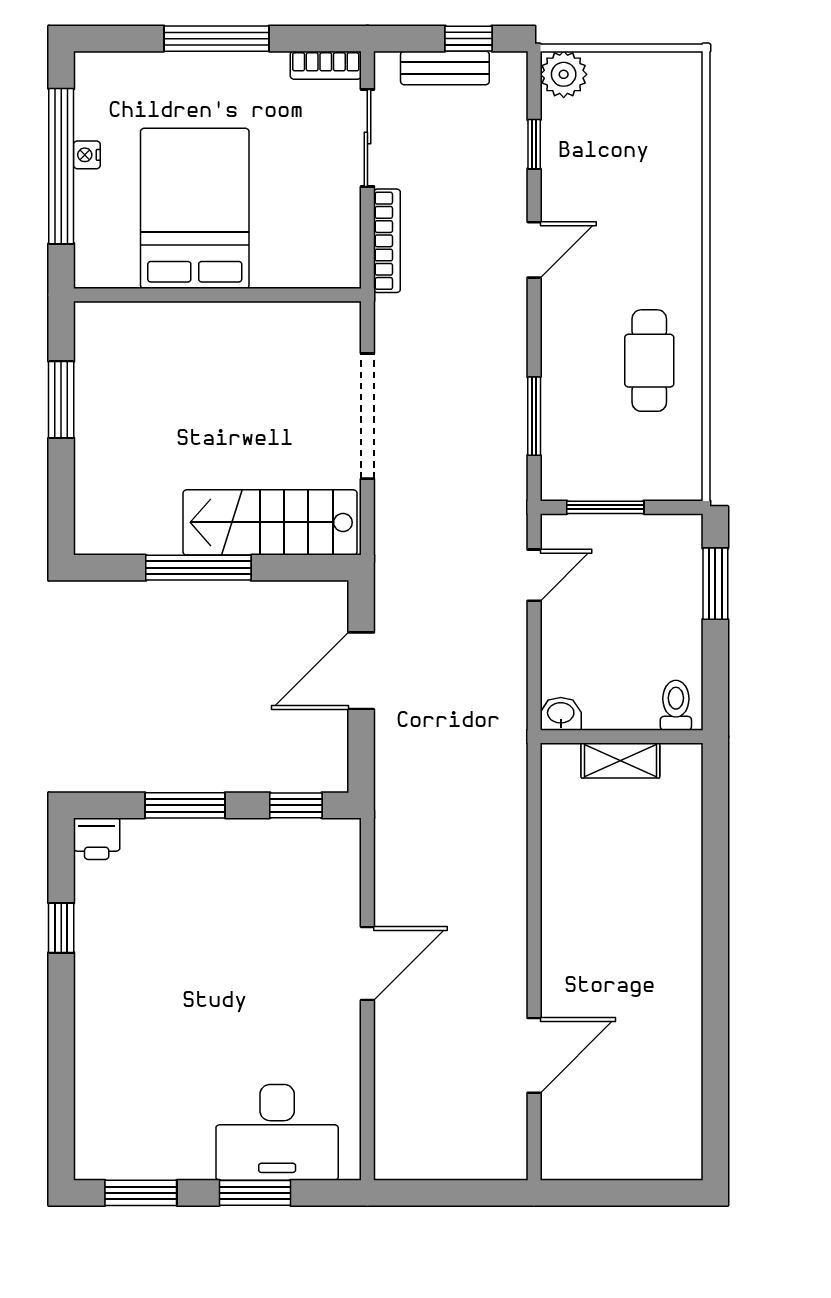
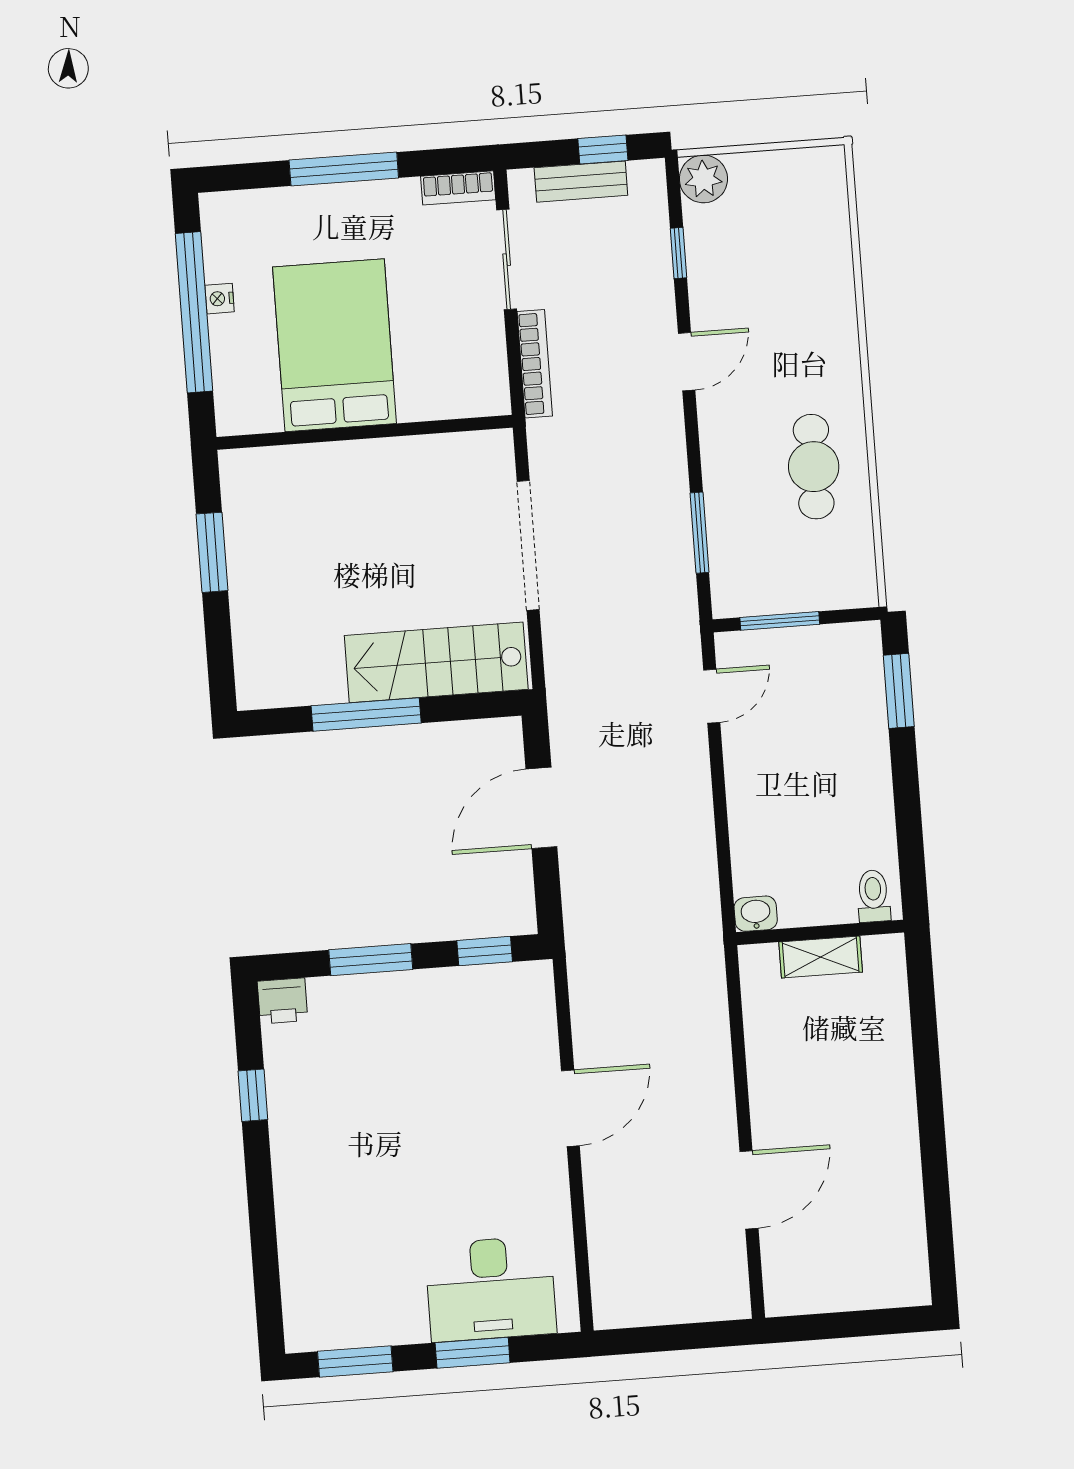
toilet: (676, 705) -> (873, 896), moved
washbasin: (561, 714) -> (756, 914), moved
wall: (622, 737) -> (820, 932), moved
shelving: (620, 760) -> (821, 957), moved

